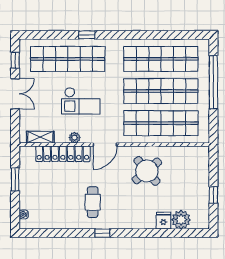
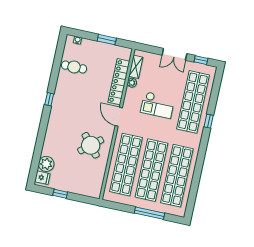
window: (213, 82) -> (149, 213), width x0.68
checkout: (81, 101) -> (158, 105), turned -90
plant: (75, 138) -> (132, 83), moved
cafe table: (93, 202) -> (74, 67), moved
fridge: (163, 221) -> (42, 178), moved

